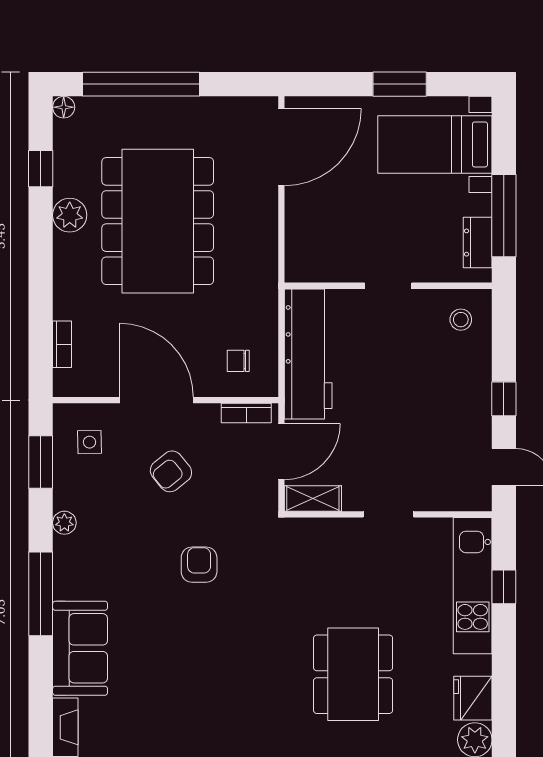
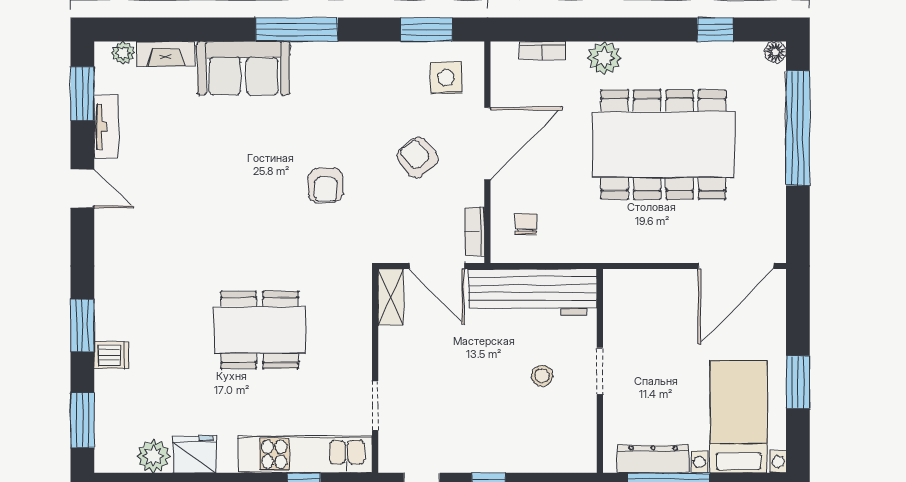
door: (281, 147) -> (736, 266), hinge flipped
plant: (70, 215) -> (604, 58), moved
dresser: (478, 243) -> (653, 459), width x1.44
stool: (461, 320) -> (542, 376), moved
side table: (90, 442) -> (446, 77), width x1.37, depth x1.37
doorway: (389, 514) -> (375, 406), moved
plant: (64, 523) -> (367, 53), removed
armchair: (199, 565) -> (326, 185), turned 90
dining table: (353, 674) -> (260, 330), moved

